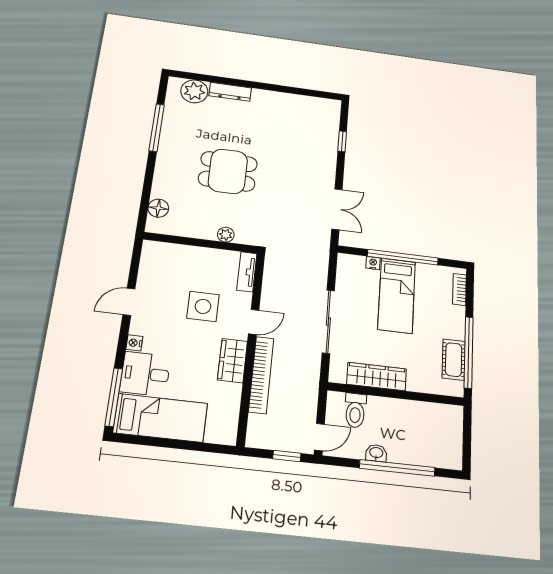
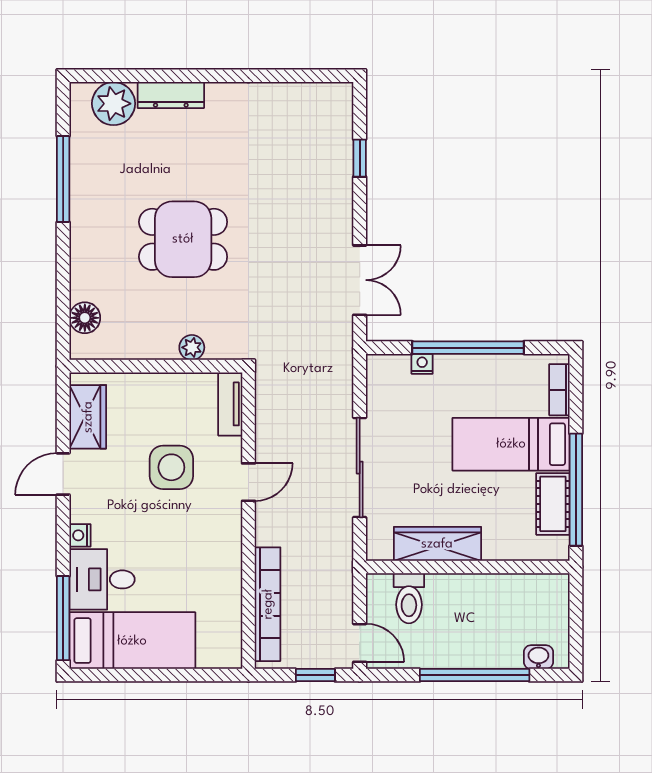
bed: (397, 296) -> (511, 444), moved, turned 90
wardrobe: (233, 361) -> (88, 417), moved, turned 180
bookcase: (261, 375) -> (268, 604), moved
door: (319, 437) -> (360, 643), hinge flipped
washbasin: (376, 453) -> (538, 657), moved

